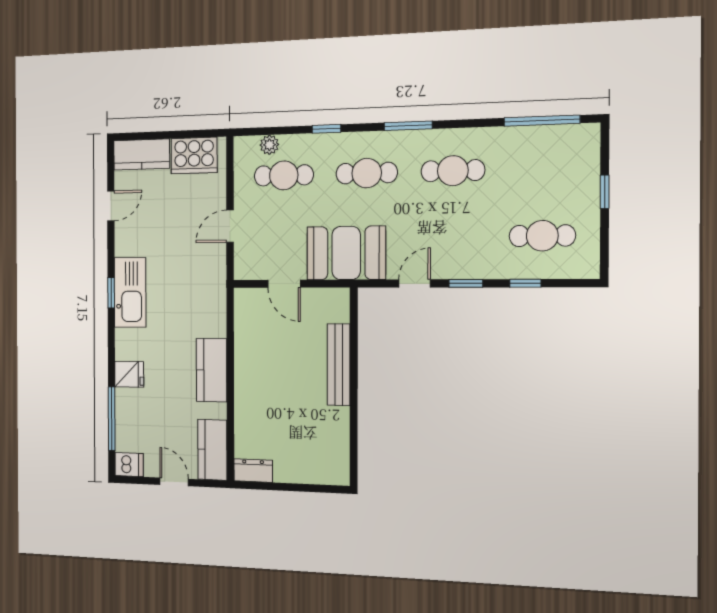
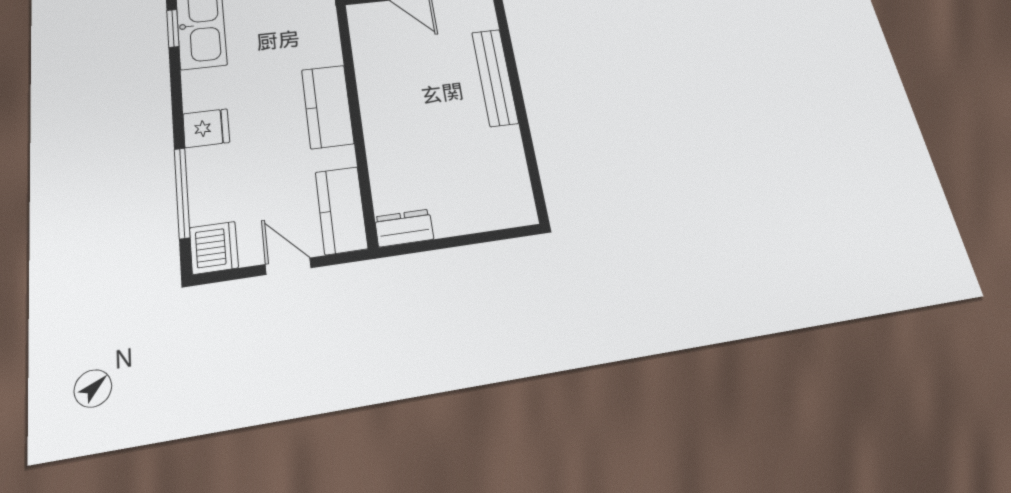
dishwasher: (129, 465) -> (214, 248), width x1.38

